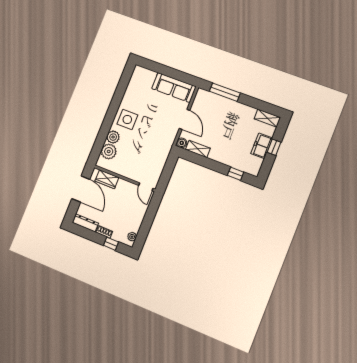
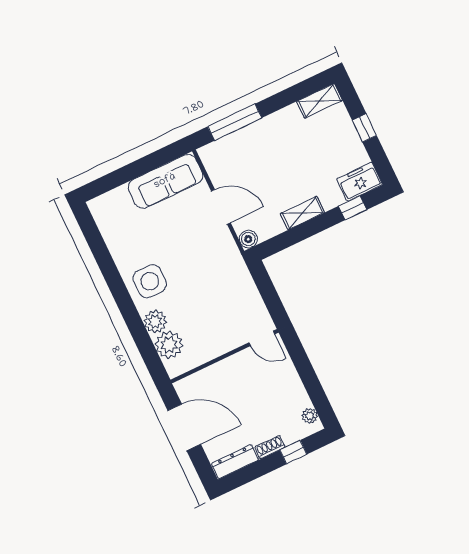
freezer: (262, 146) -> (360, 182), moved, turned 90
shelving: (198, 149) -> (302, 213), moved
wardrobe: (107, 179) -> (204, 381), removed

